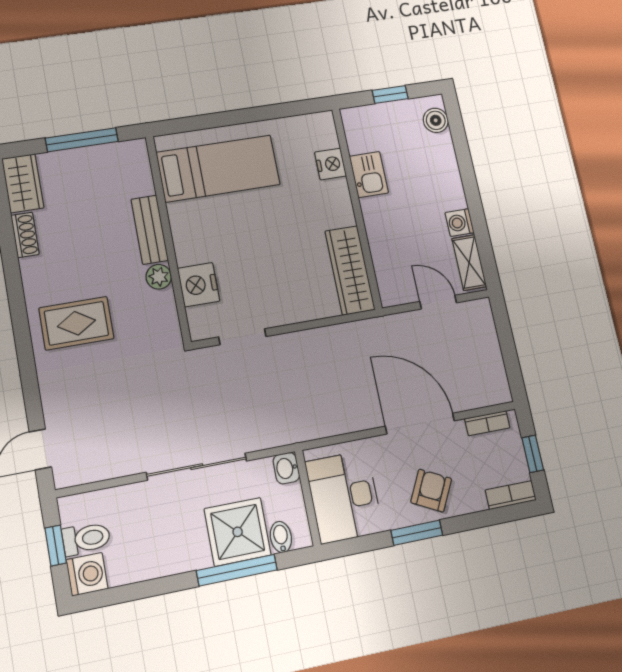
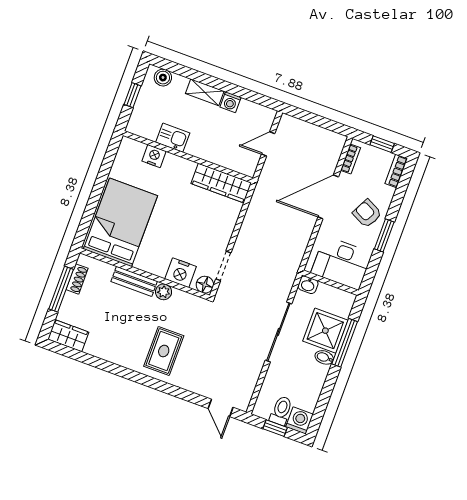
bed: (218, 168) -> (120, 222), width x1.50
shoe rack: (25, 235) -> (77, 279), moved, turned 90
shelving: (469, 263) -> (205, 92), moved
floor lamp: (202, 327) -> (205, 285), added
bidet: (281, 537) -> (324, 357), moved

